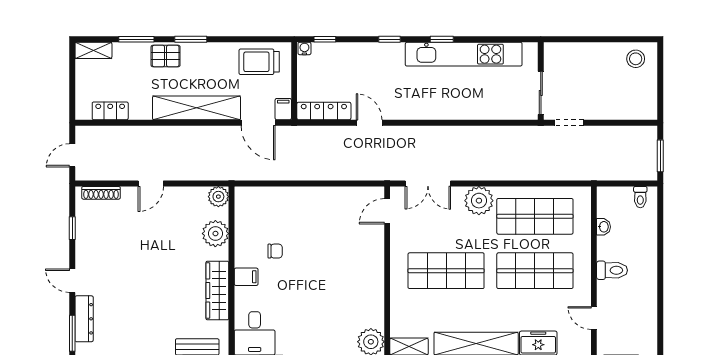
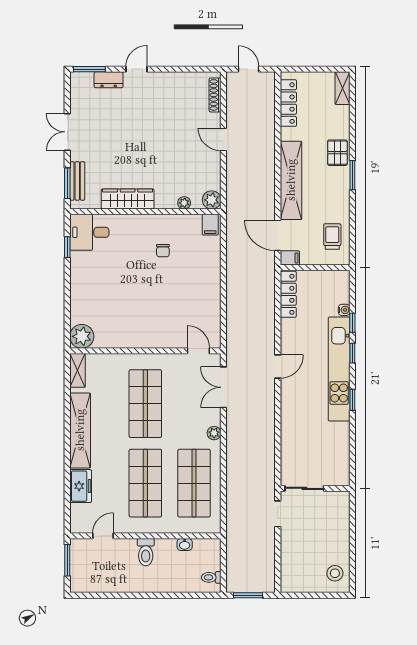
window: (136, 39) -> (352, 127), removed
window: (325, 39) -> (352, 323), moved
water cooler: (304, 48) -> (344, 310), moved
kitchen unit: (464, 54) -> (339, 369), moved
trolley: (259, 62) -> (332, 236), width x0.73, depth x0.72
locker: (110, 111) -> (288, 103), width x1.53
door: (258, 123) -> (278, 235), hinge flipped
door: (369, 123) -> (278, 367), moved
plant: (479, 201) -> (214, 433), width x0.53, depth x0.53
window: (72, 228) -> (183, 69), removed
plant: (215, 234) -> (184, 203), width x0.53, depth x0.53
filing cabinet: (246, 277) -> (210, 225), moved
dresser: (84, 319) -> (109, 80), width x0.70

